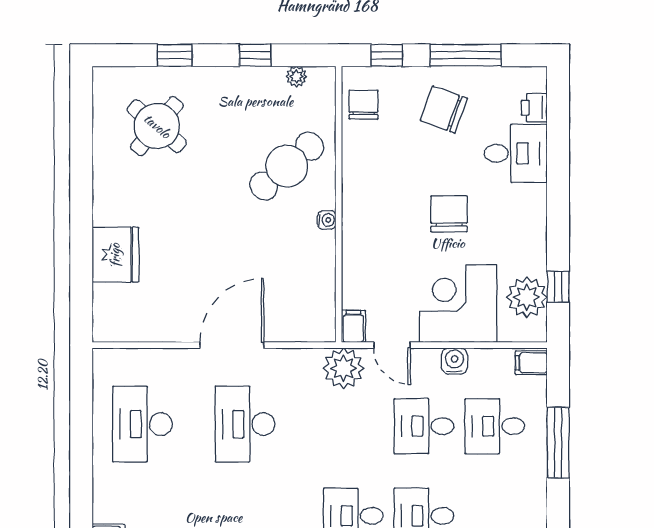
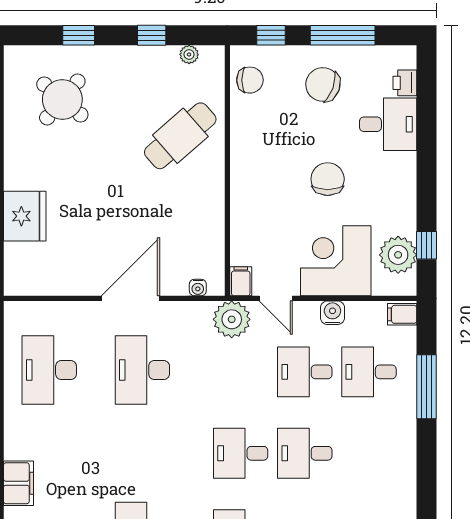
chair: (364, 105) -> (250, 80), turned 90
water cooler: (327, 220) -> (198, 288), moved, turned 90

